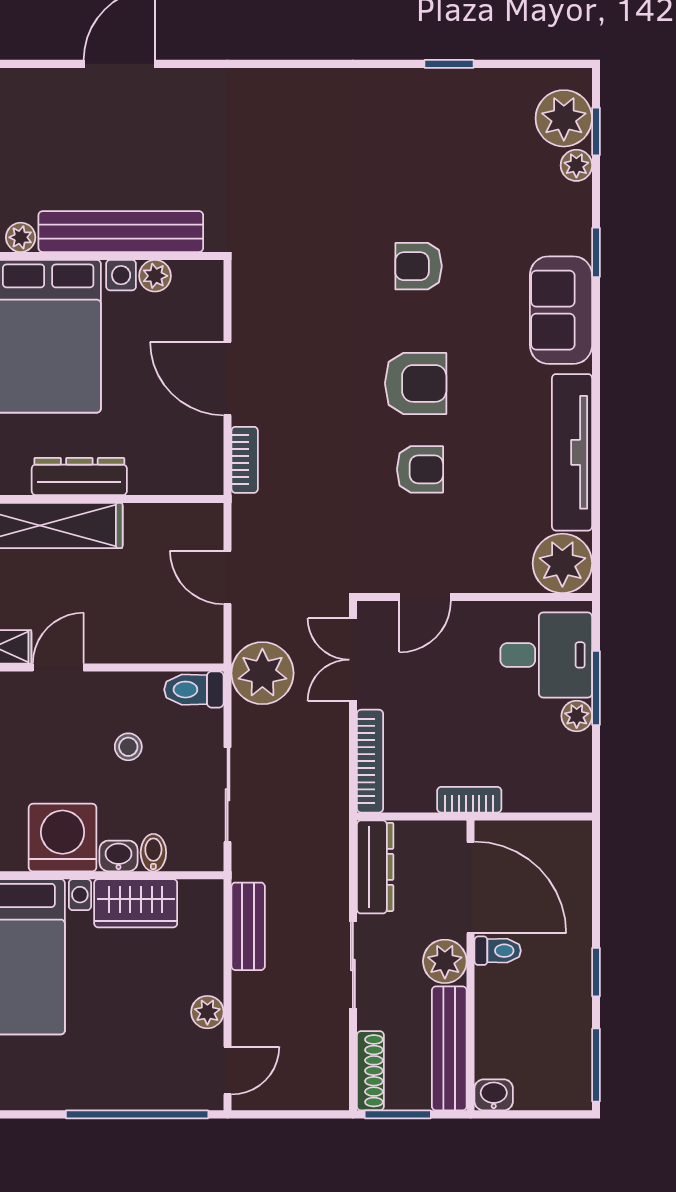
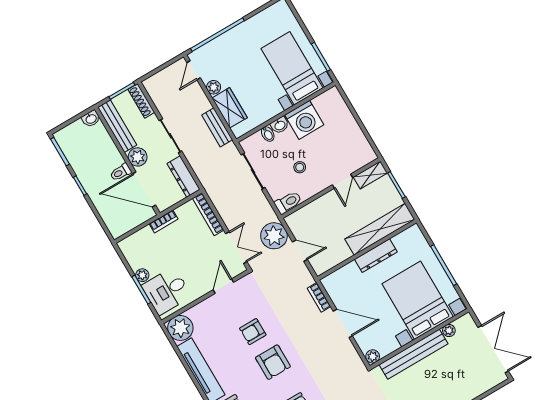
plant: (155, 276) -> (373, 356), moved
armchair: (416, 383) -> (273, 362), turned -90
plant: (262, 673) -> (274, 236), moved
wardrobe: (136, 903) -> (230, 108), moved, turned 90

